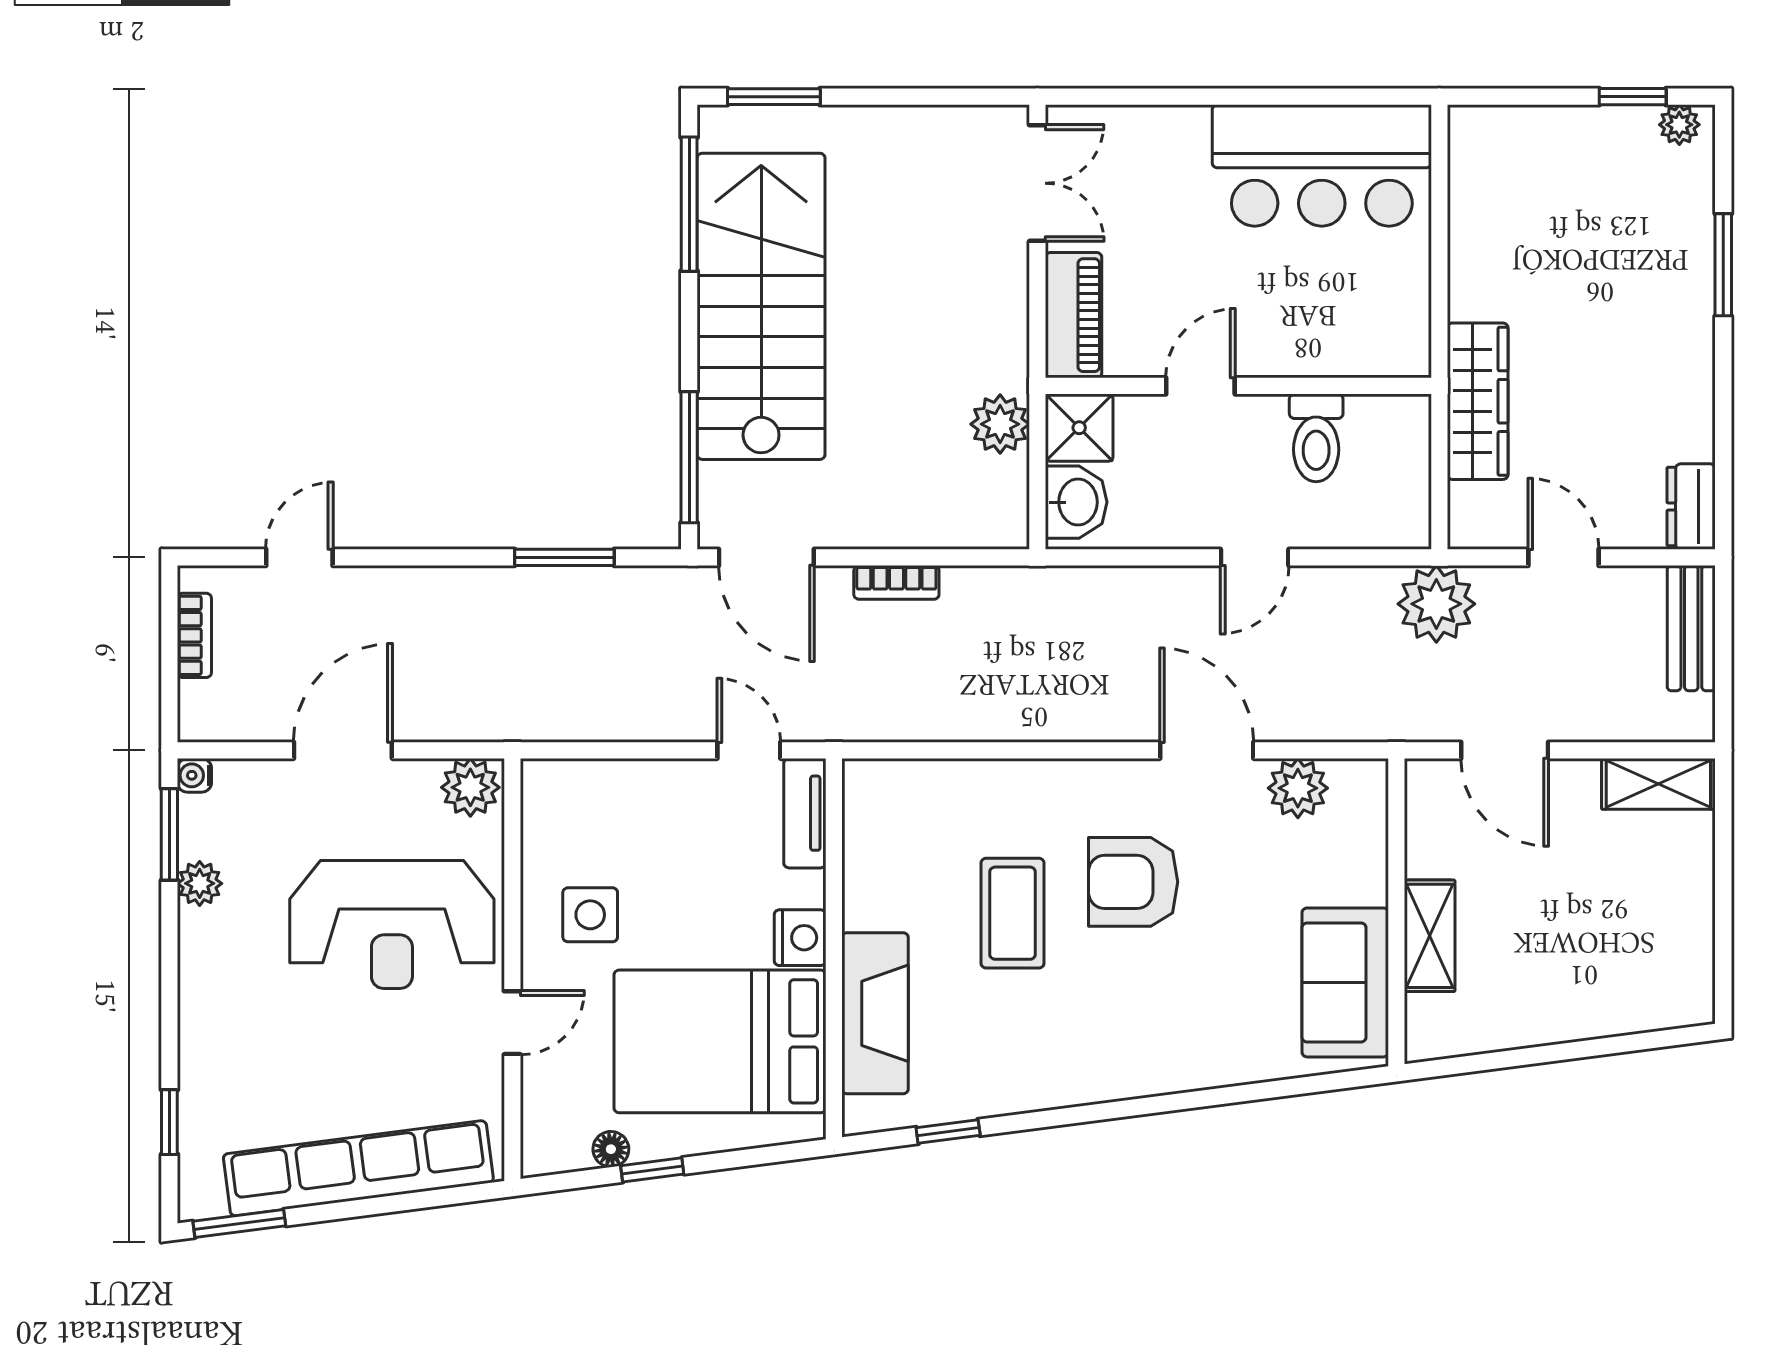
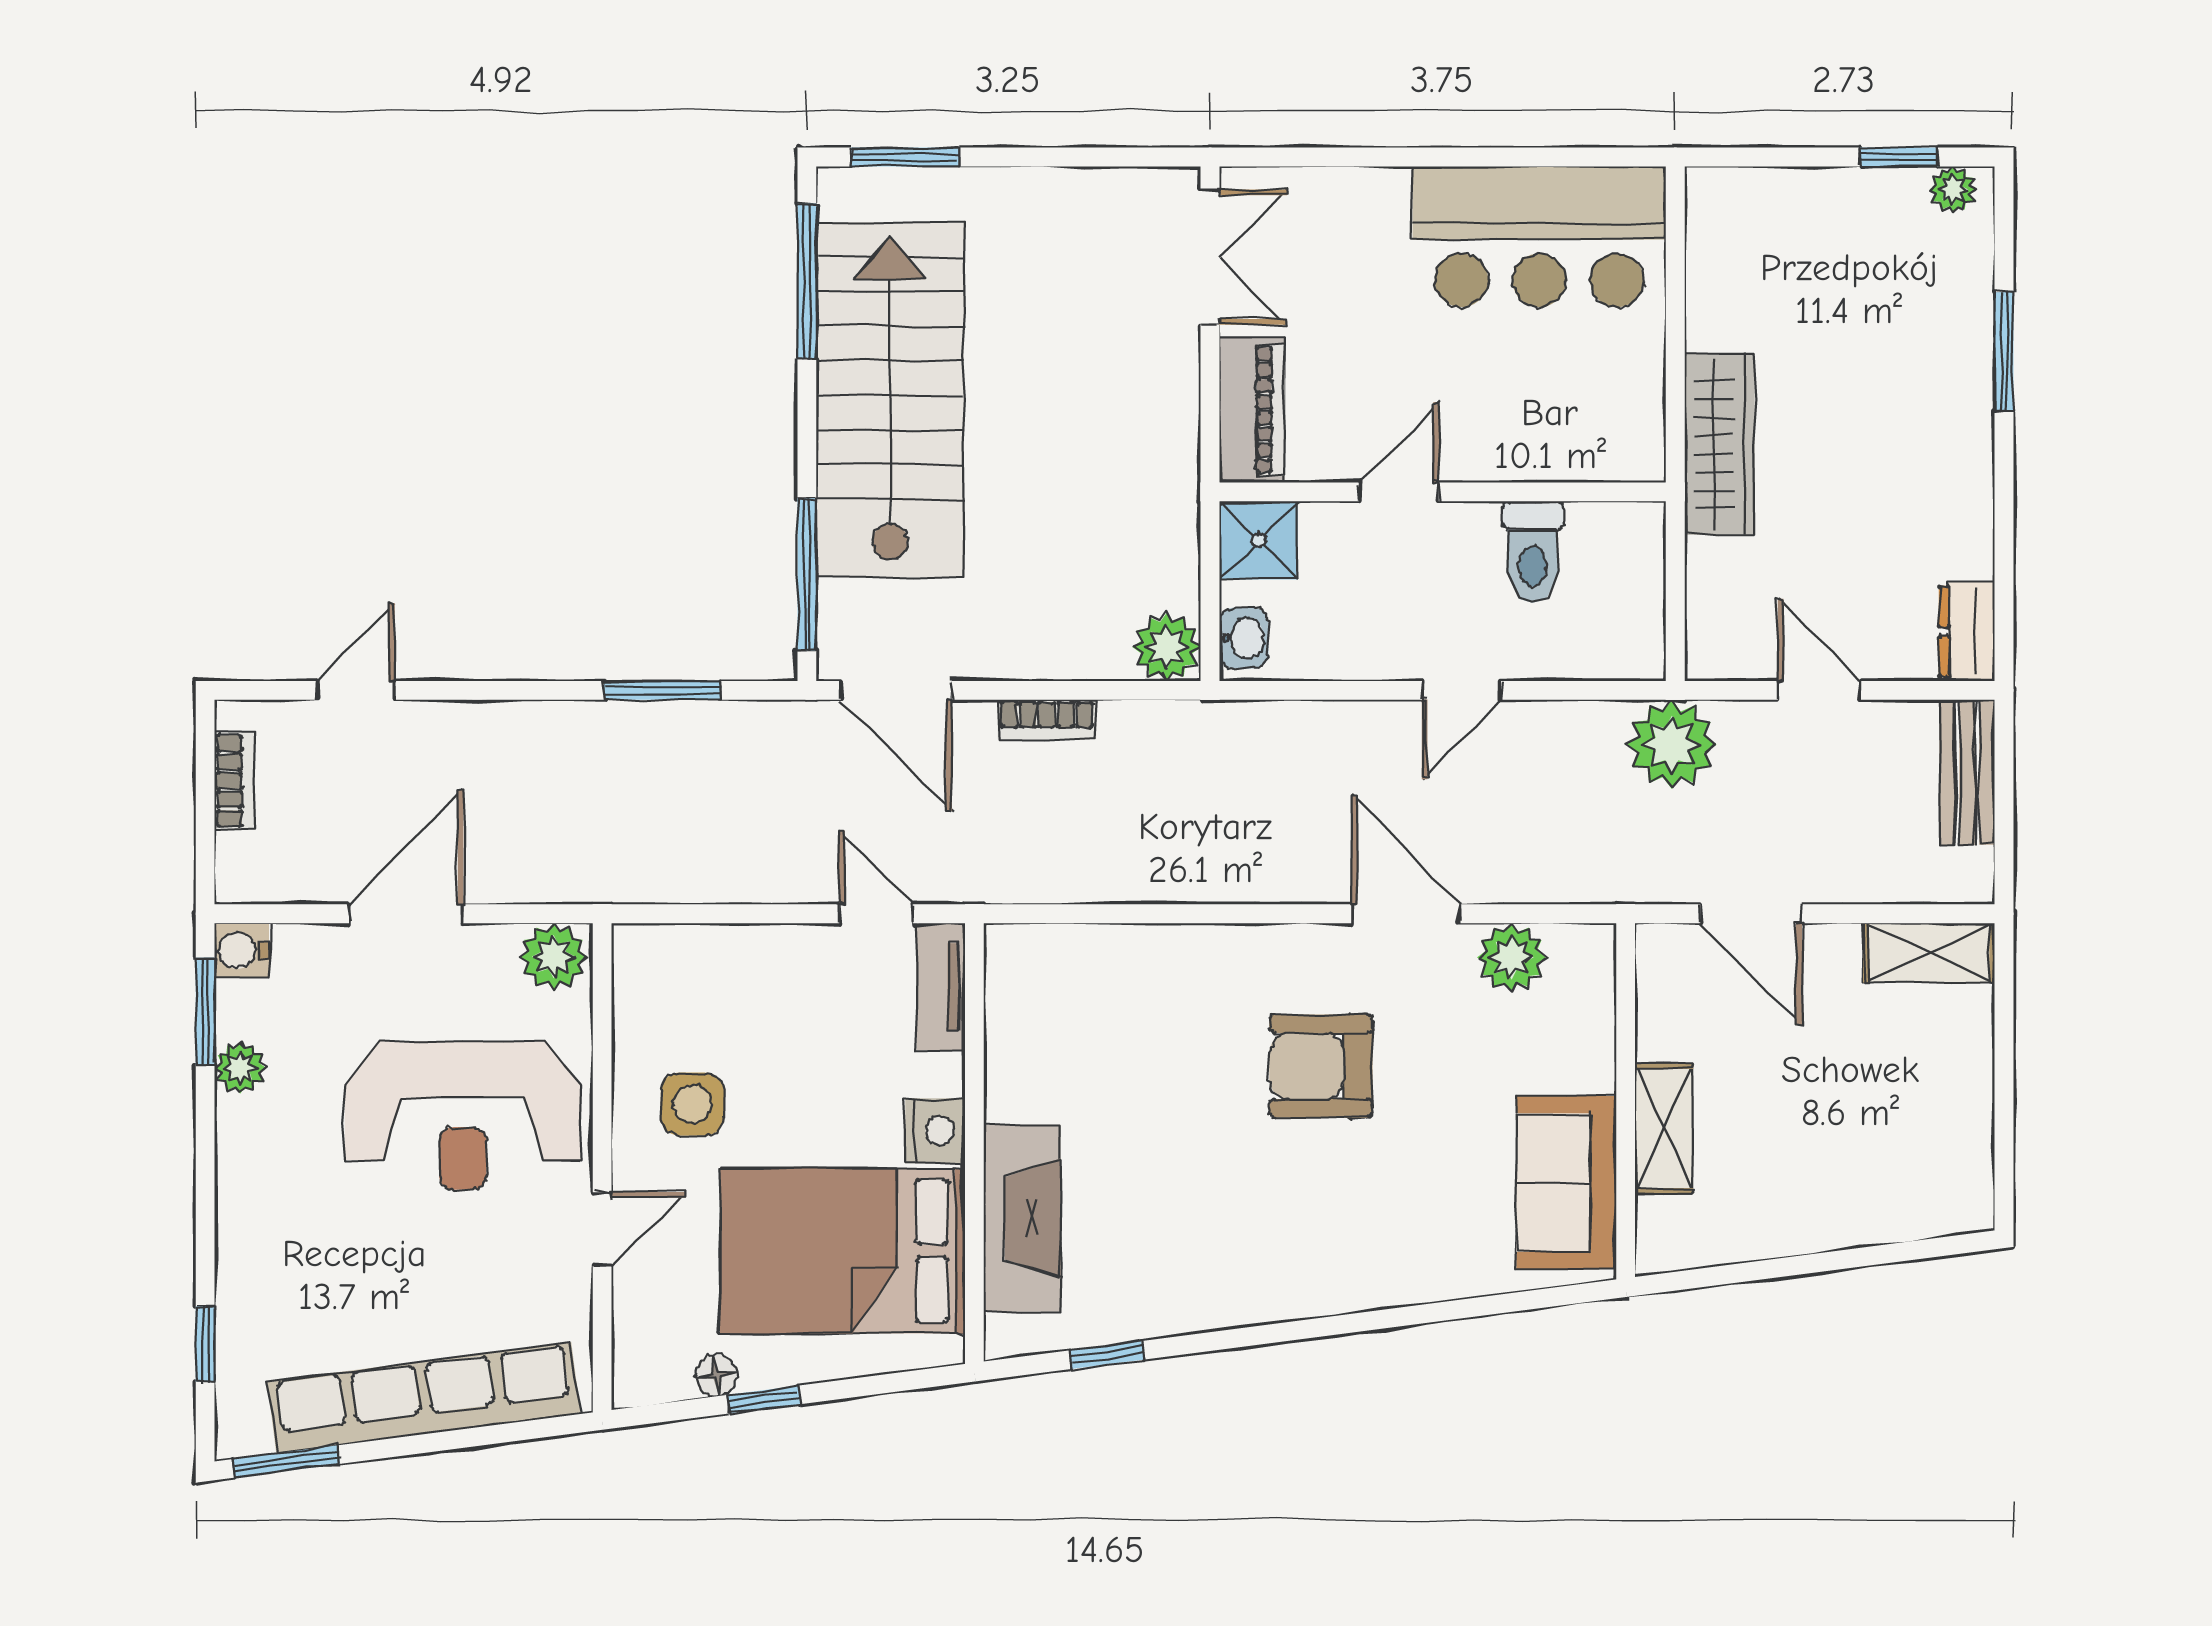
wardrobe: (1478, 401) -> (1720, 444), moved
plant: (1000, 424) -> (1167, 647), moved
washbasin: (1076, 502) -> (1244, 638), width x0.72, depth x0.69
water cooler: (194, 775) -> (242, 950), width x1.38, depth x1.38
coffee table: (1013, 913) -> (1181, 1102), removed

